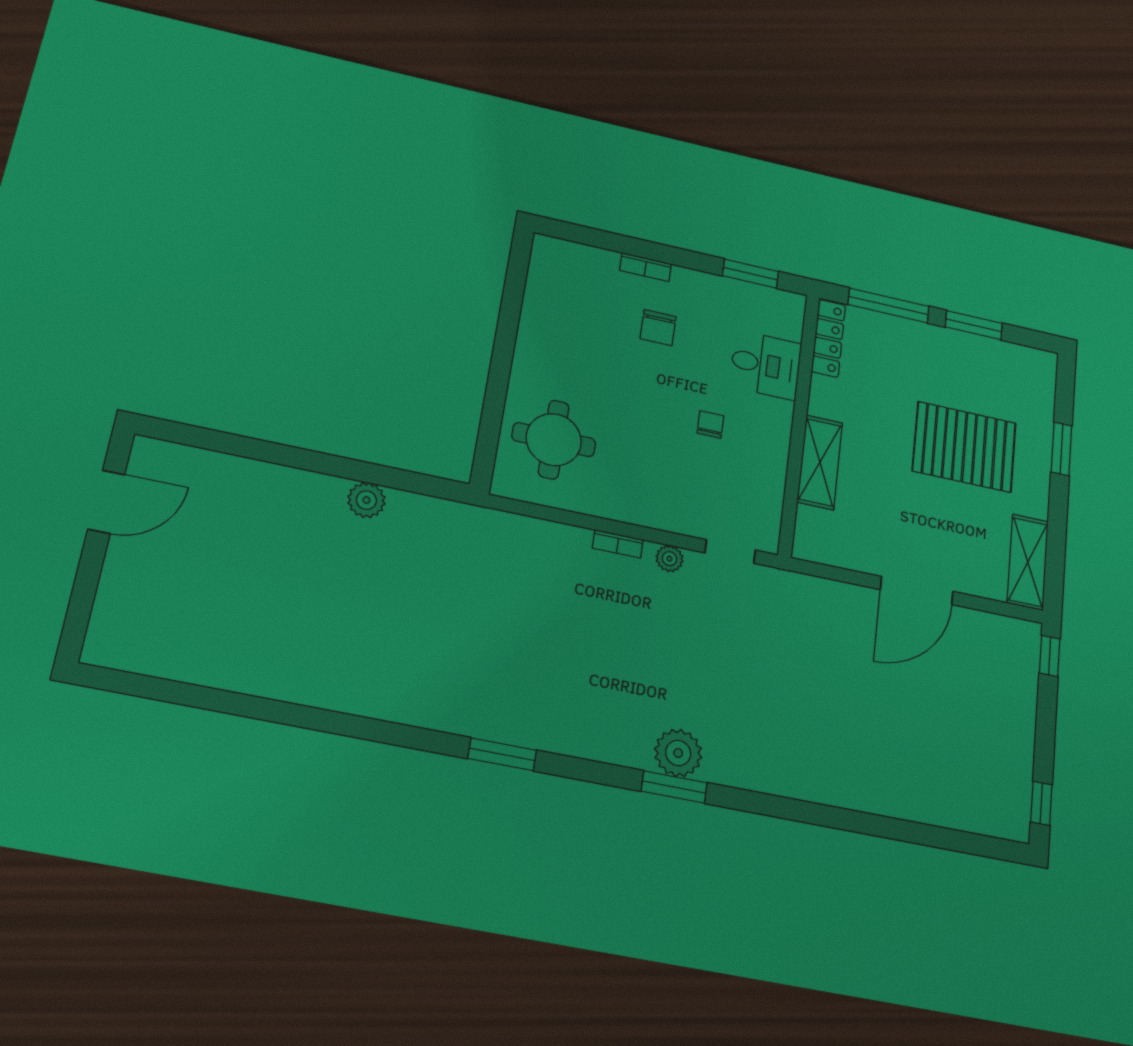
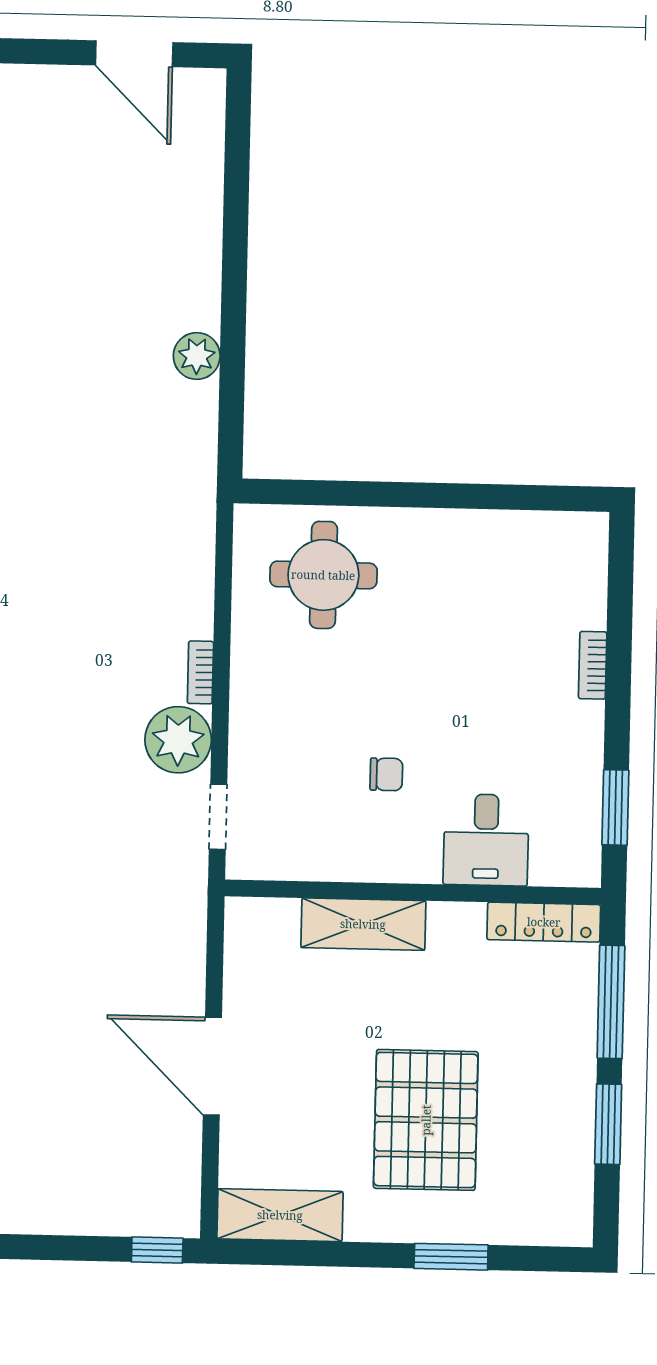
chair: (658, 328) -> (509, 691), removed
plant: (670, 559) -> (178, 740), width x1.87, depth x1.87

